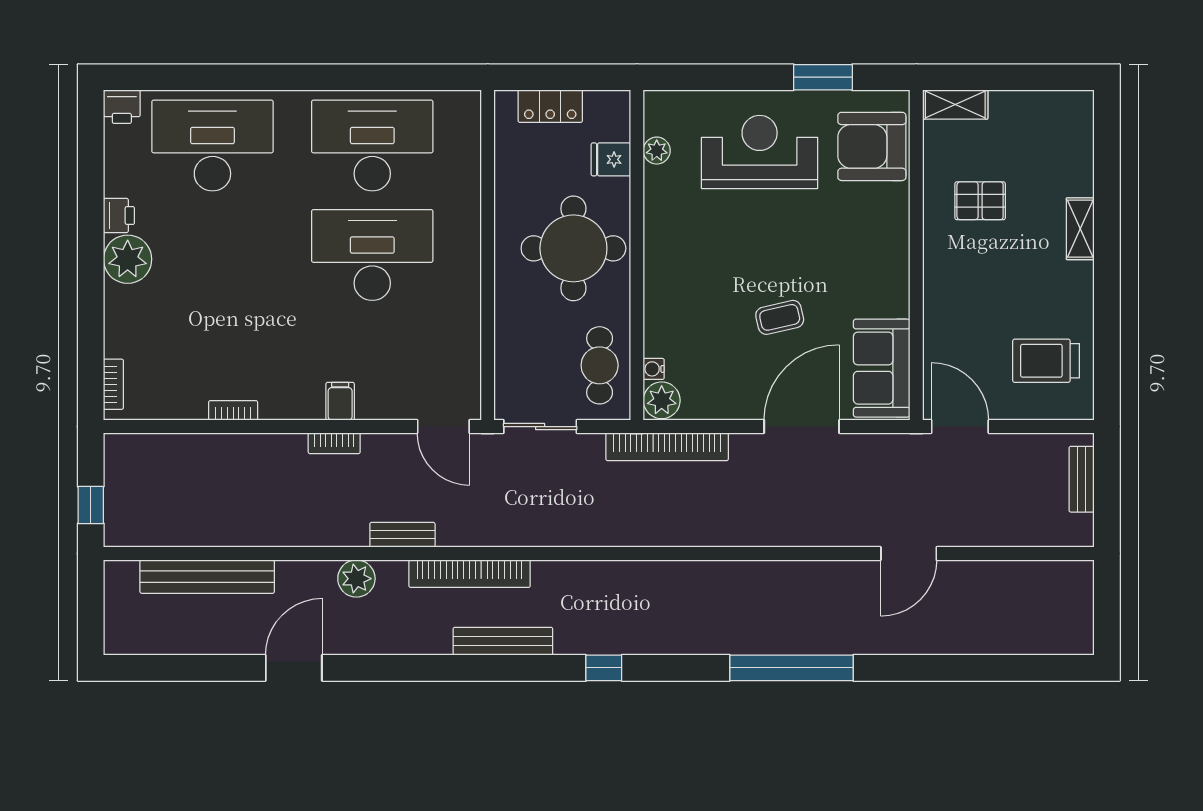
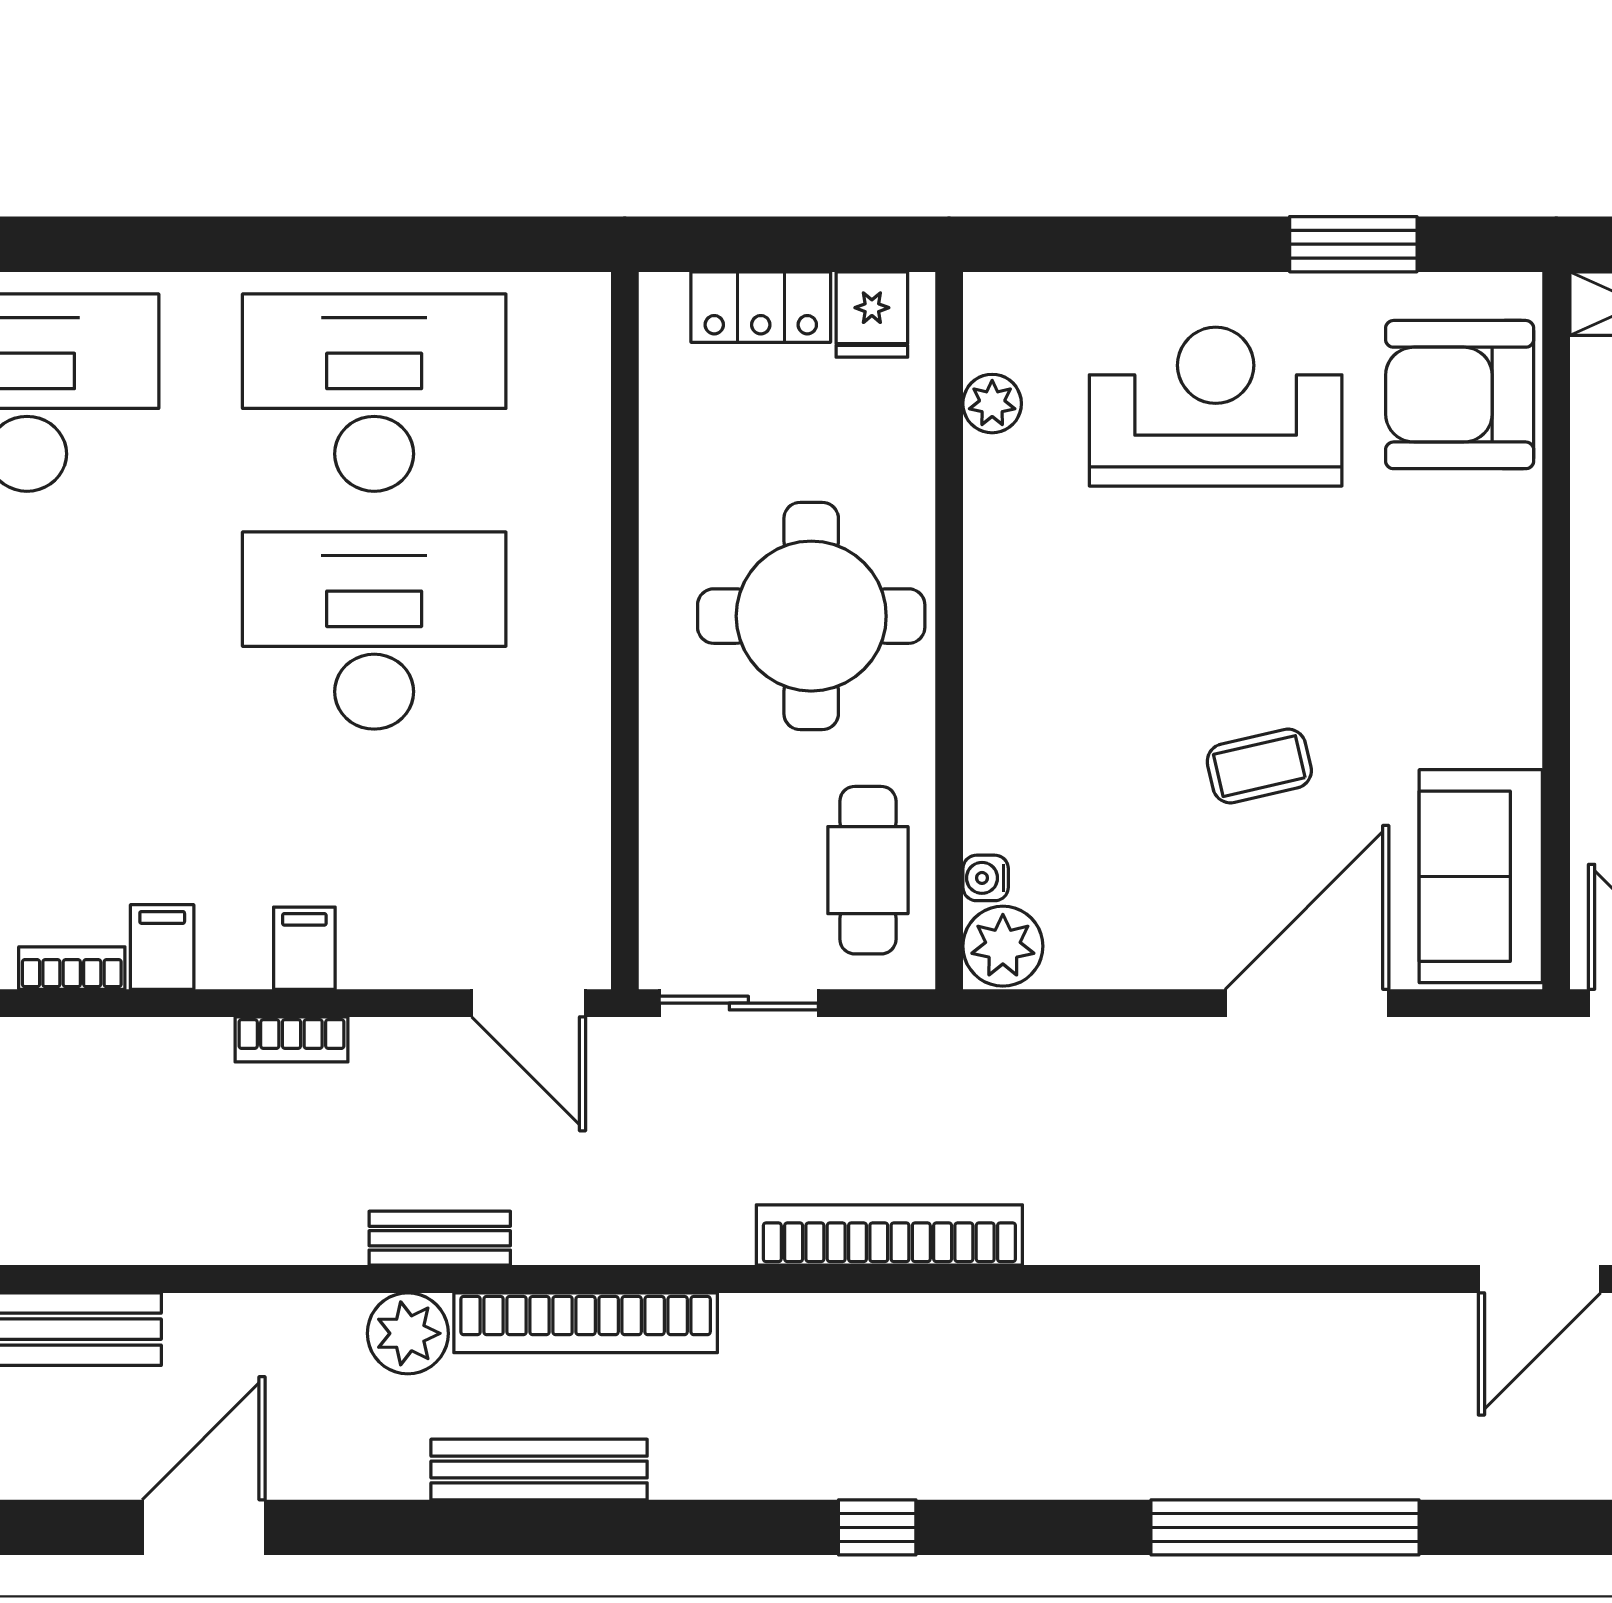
fridge: (611, 159) -> (872, 315), moved, turned -90
filing cabinet: (275, 401) -> (162, 947), added
bookcase: (667, 447) -> (889, 1235), moved, turned 180
plant: (356, 579) -> (408, 1333), moved
bench: (503, 641) -> (539, 1469), moved

